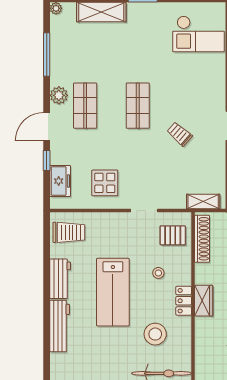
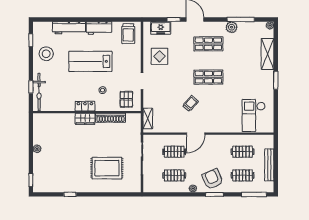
plant: (59, 95) -> (232, 27), moved
shoe rack: (202, 239) -> (111, 118), moved
stool: (155, 334) -> (46, 54), moved

